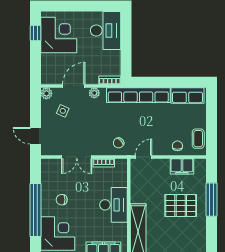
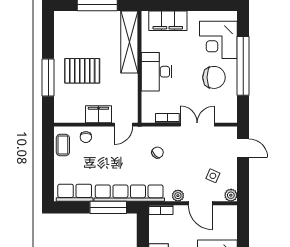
window: (157, 82) -> (108, 207), added
door: (74, 86) -> (201, 203), hinge flipped
chair: (119, 143) -> (157, 153), moved
filing cabinet: (182, 166) -> (98, 114), moved
chair: (62, 200) -> (214, 77), width x1.87, depth x1.87

